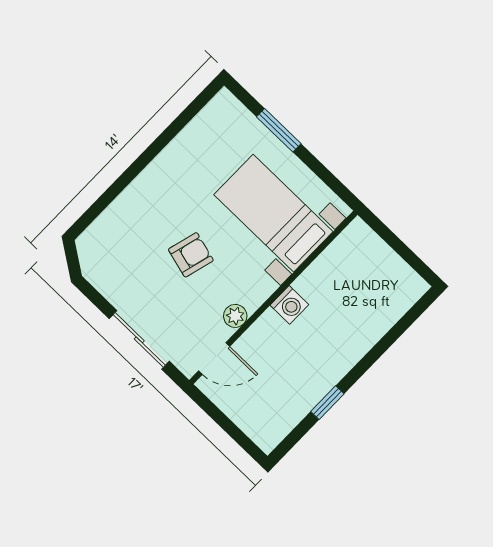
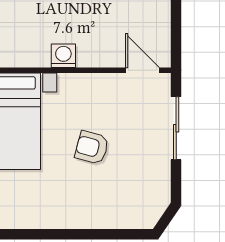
plant: (235, 316) -> (103, 83), removed

